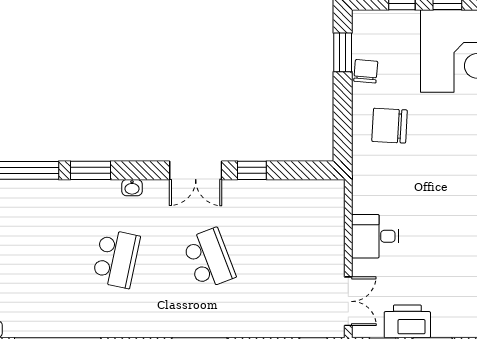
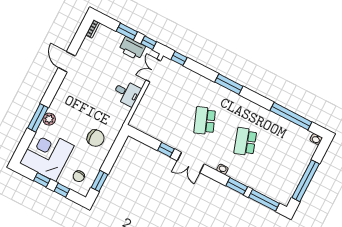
chair: (366, 71) -> (79, 176), moved
double door: (196, 170) -> (191, 162), swing flipped
school desk: (116, 259) -> (245, 142), turned -30

